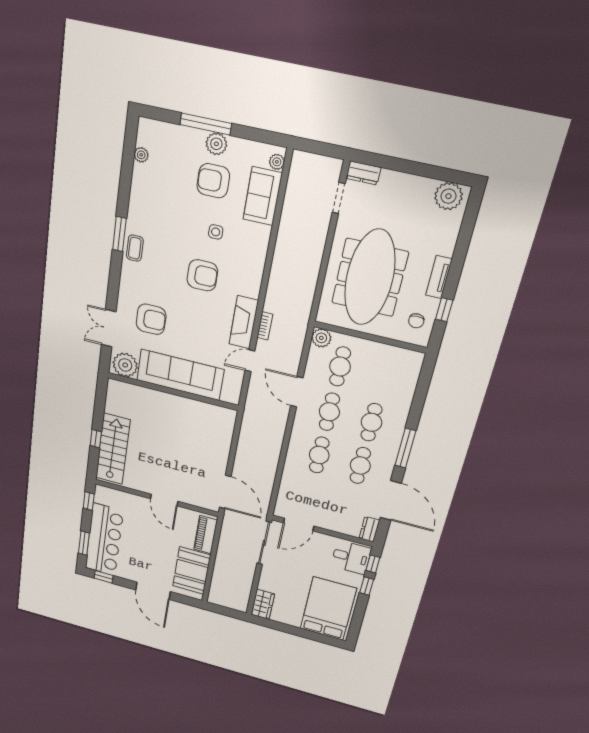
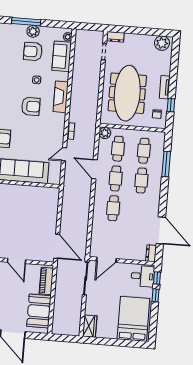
fireplace: (244, 322) -> (61, 97), moved
window: (405, 448) -> (166, 164), moved
cafe table: (360, 466) -> (144, 151), moved

